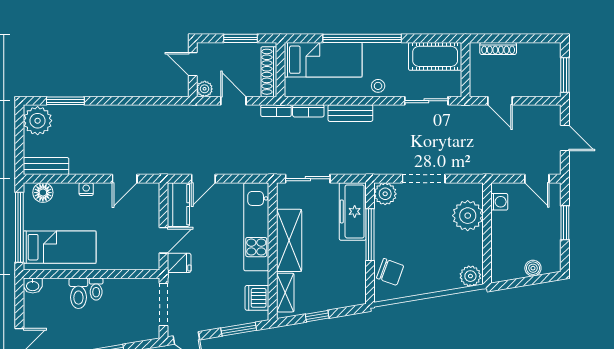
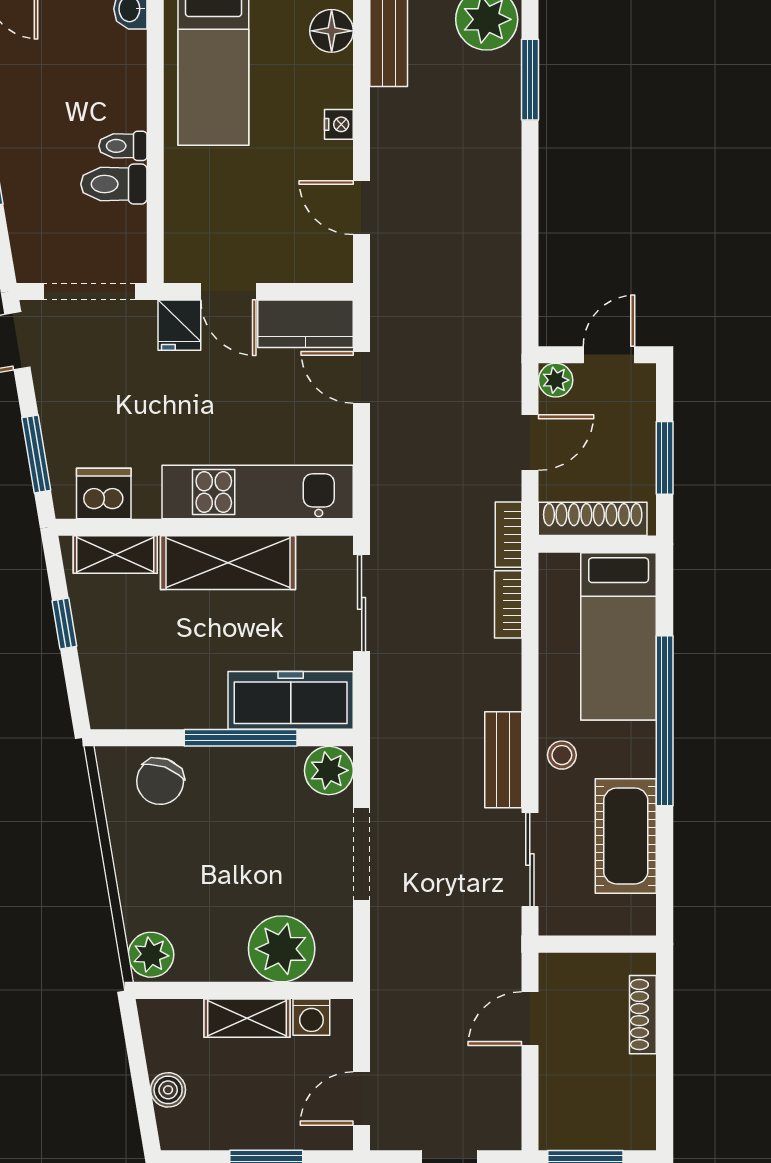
cot: (435, 56) -> (626, 836), moved
bench: (350, 113) -> (503, 760), moved
shelving: (500, 232) -> (247, 1018), added
toilet: (78, 293) -> (114, 184), moved

